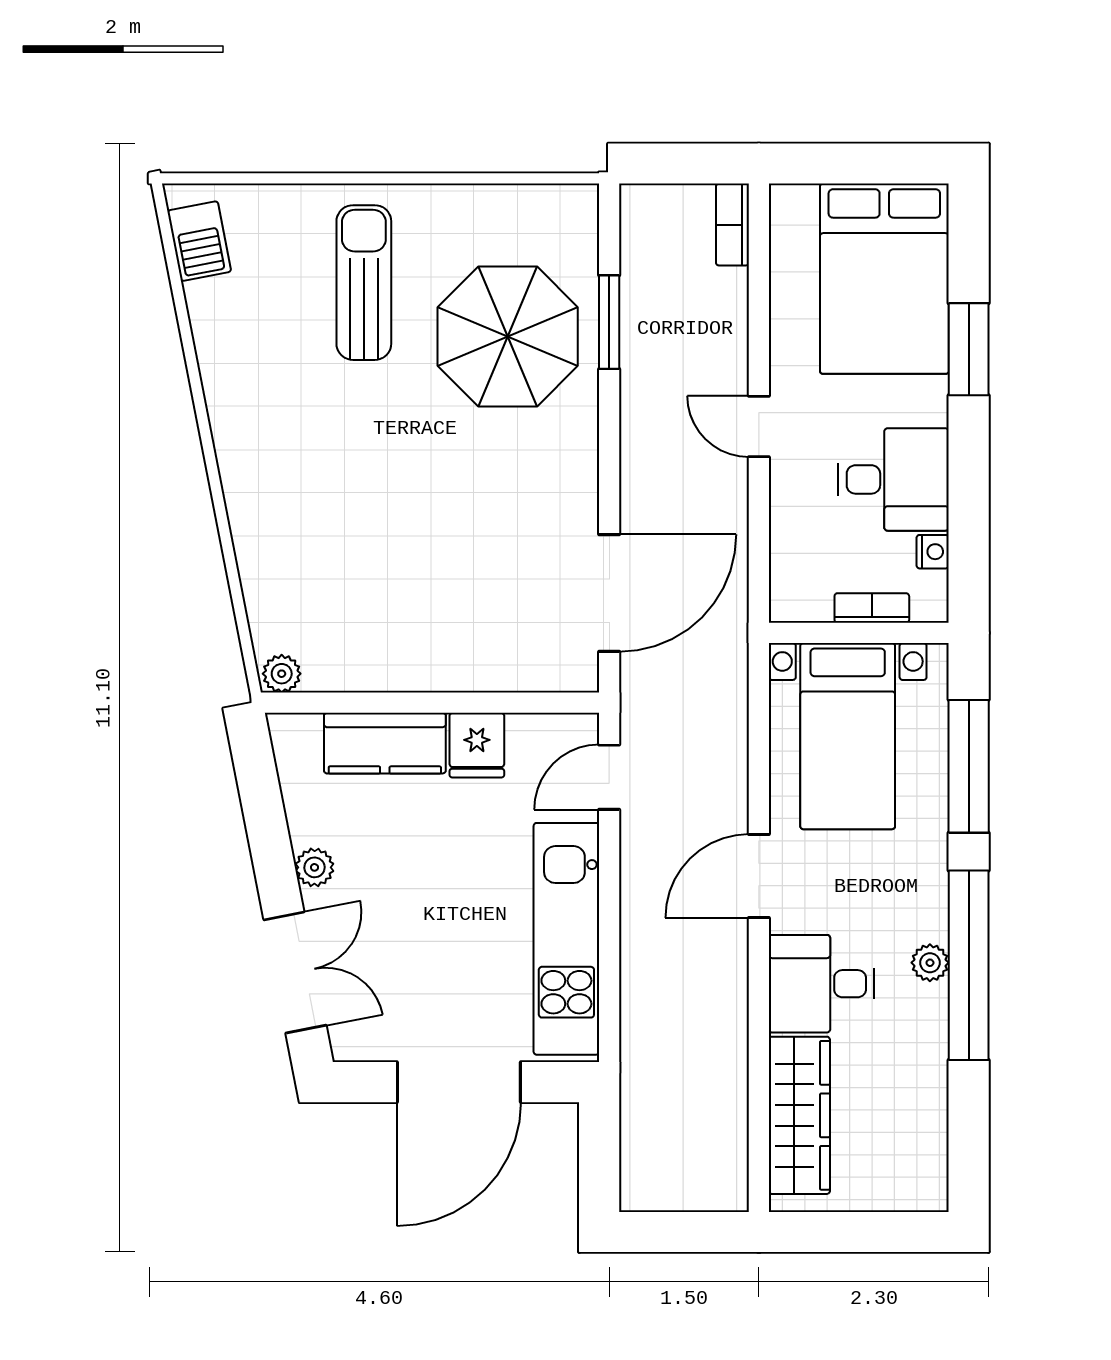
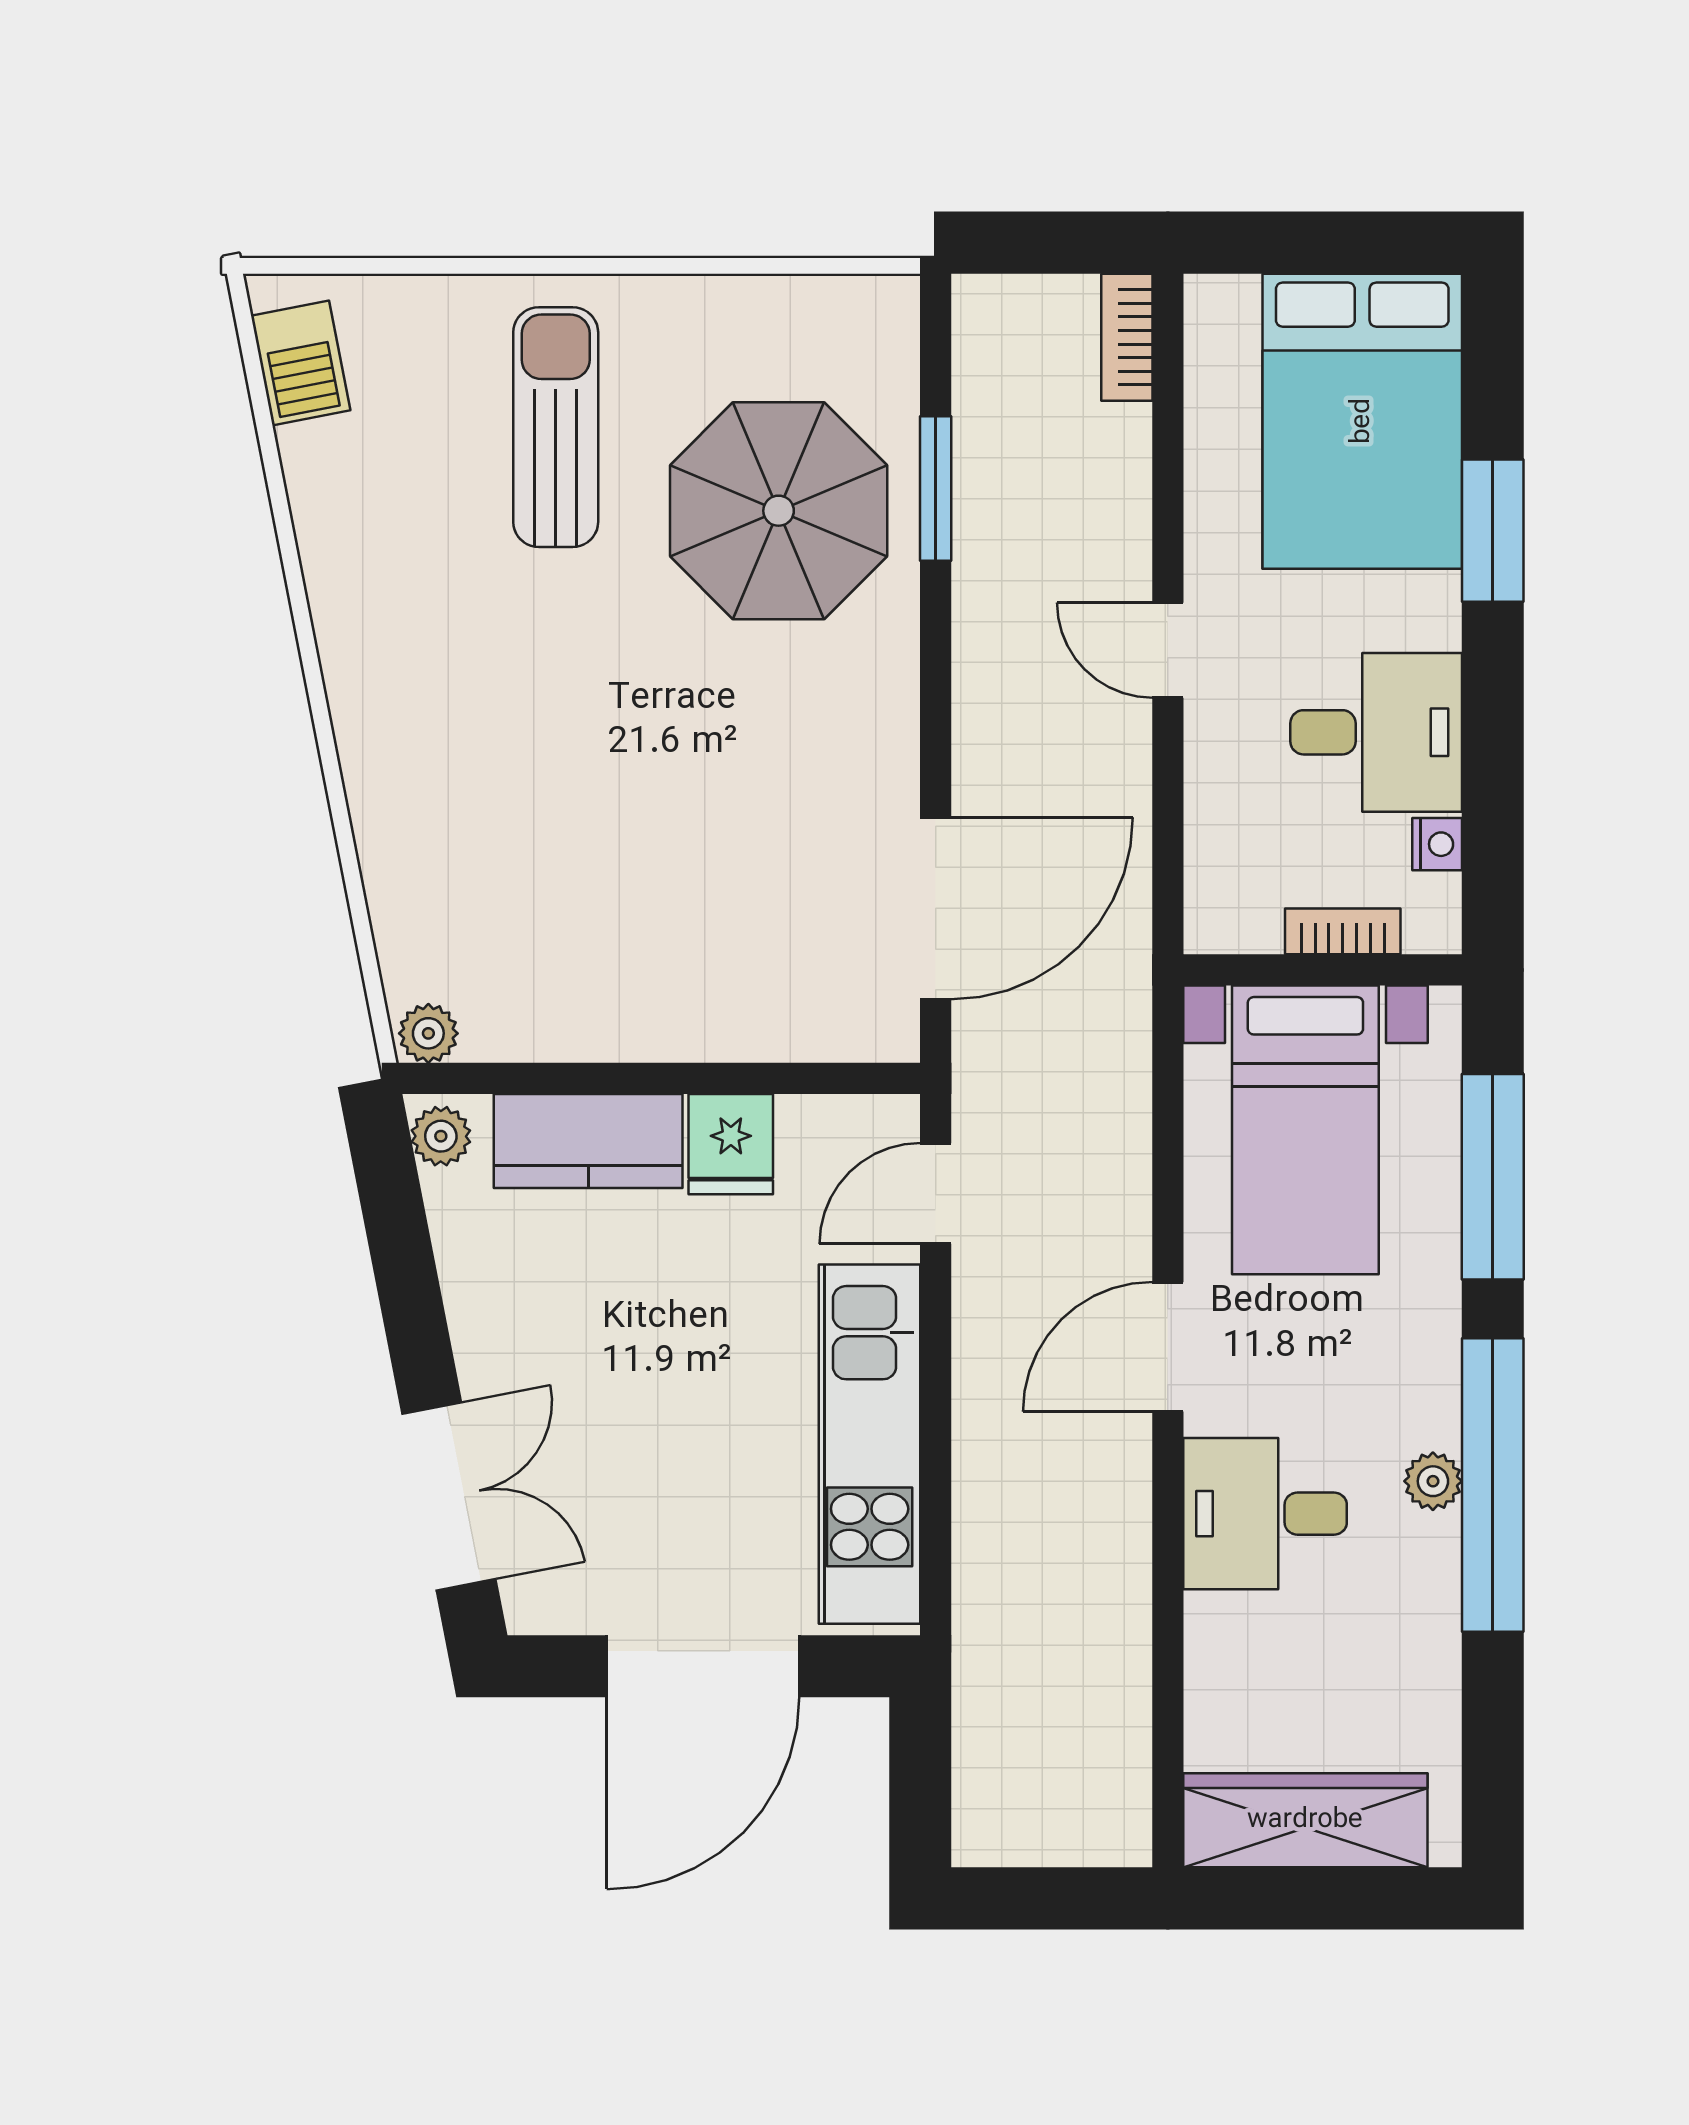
plant: (315, 867) -> (441, 1136), moved
wardrobe: (799, 1115) -> (1305, 1820), moved, turned -90

